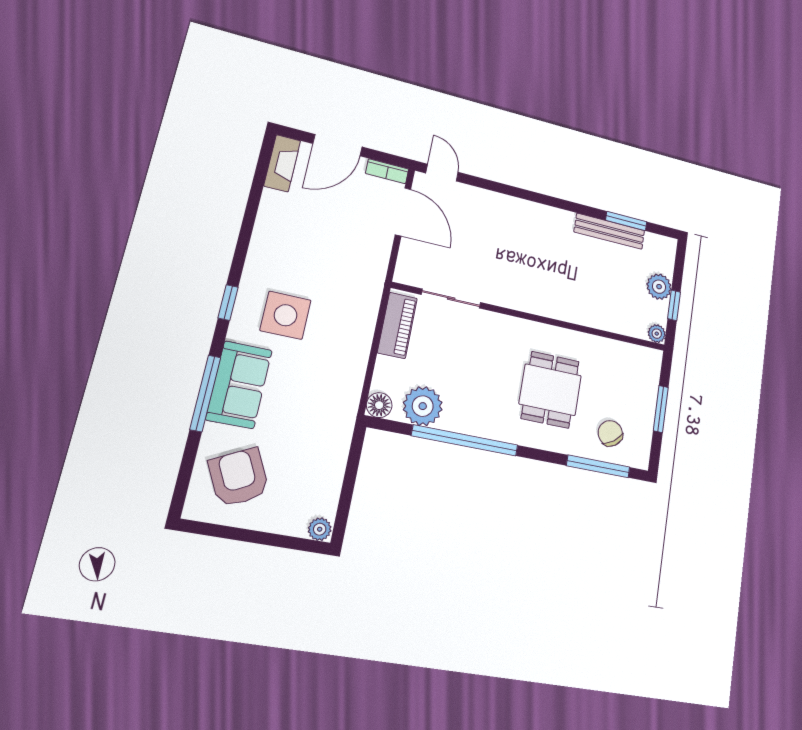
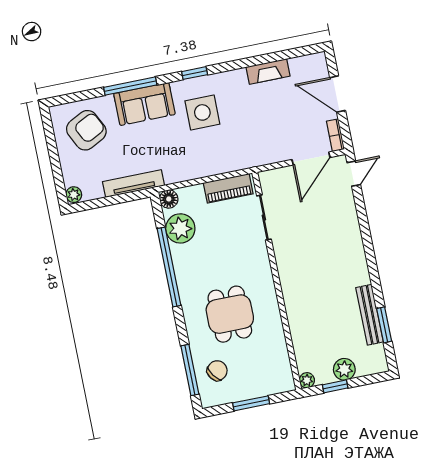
fireplace: (282, 163) -> (268, 71), moved
dining table: (550, 390) -> (230, 314), turned 90
tv unit: (340, 443) -> (133, 184), added

